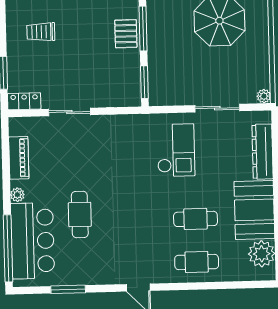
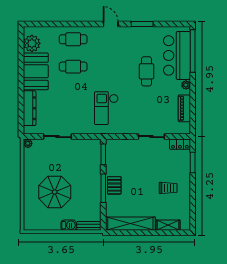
checkout: (176, 150) -> (106, 108), moved
window: (68, 289) -> (142, 24), moved

